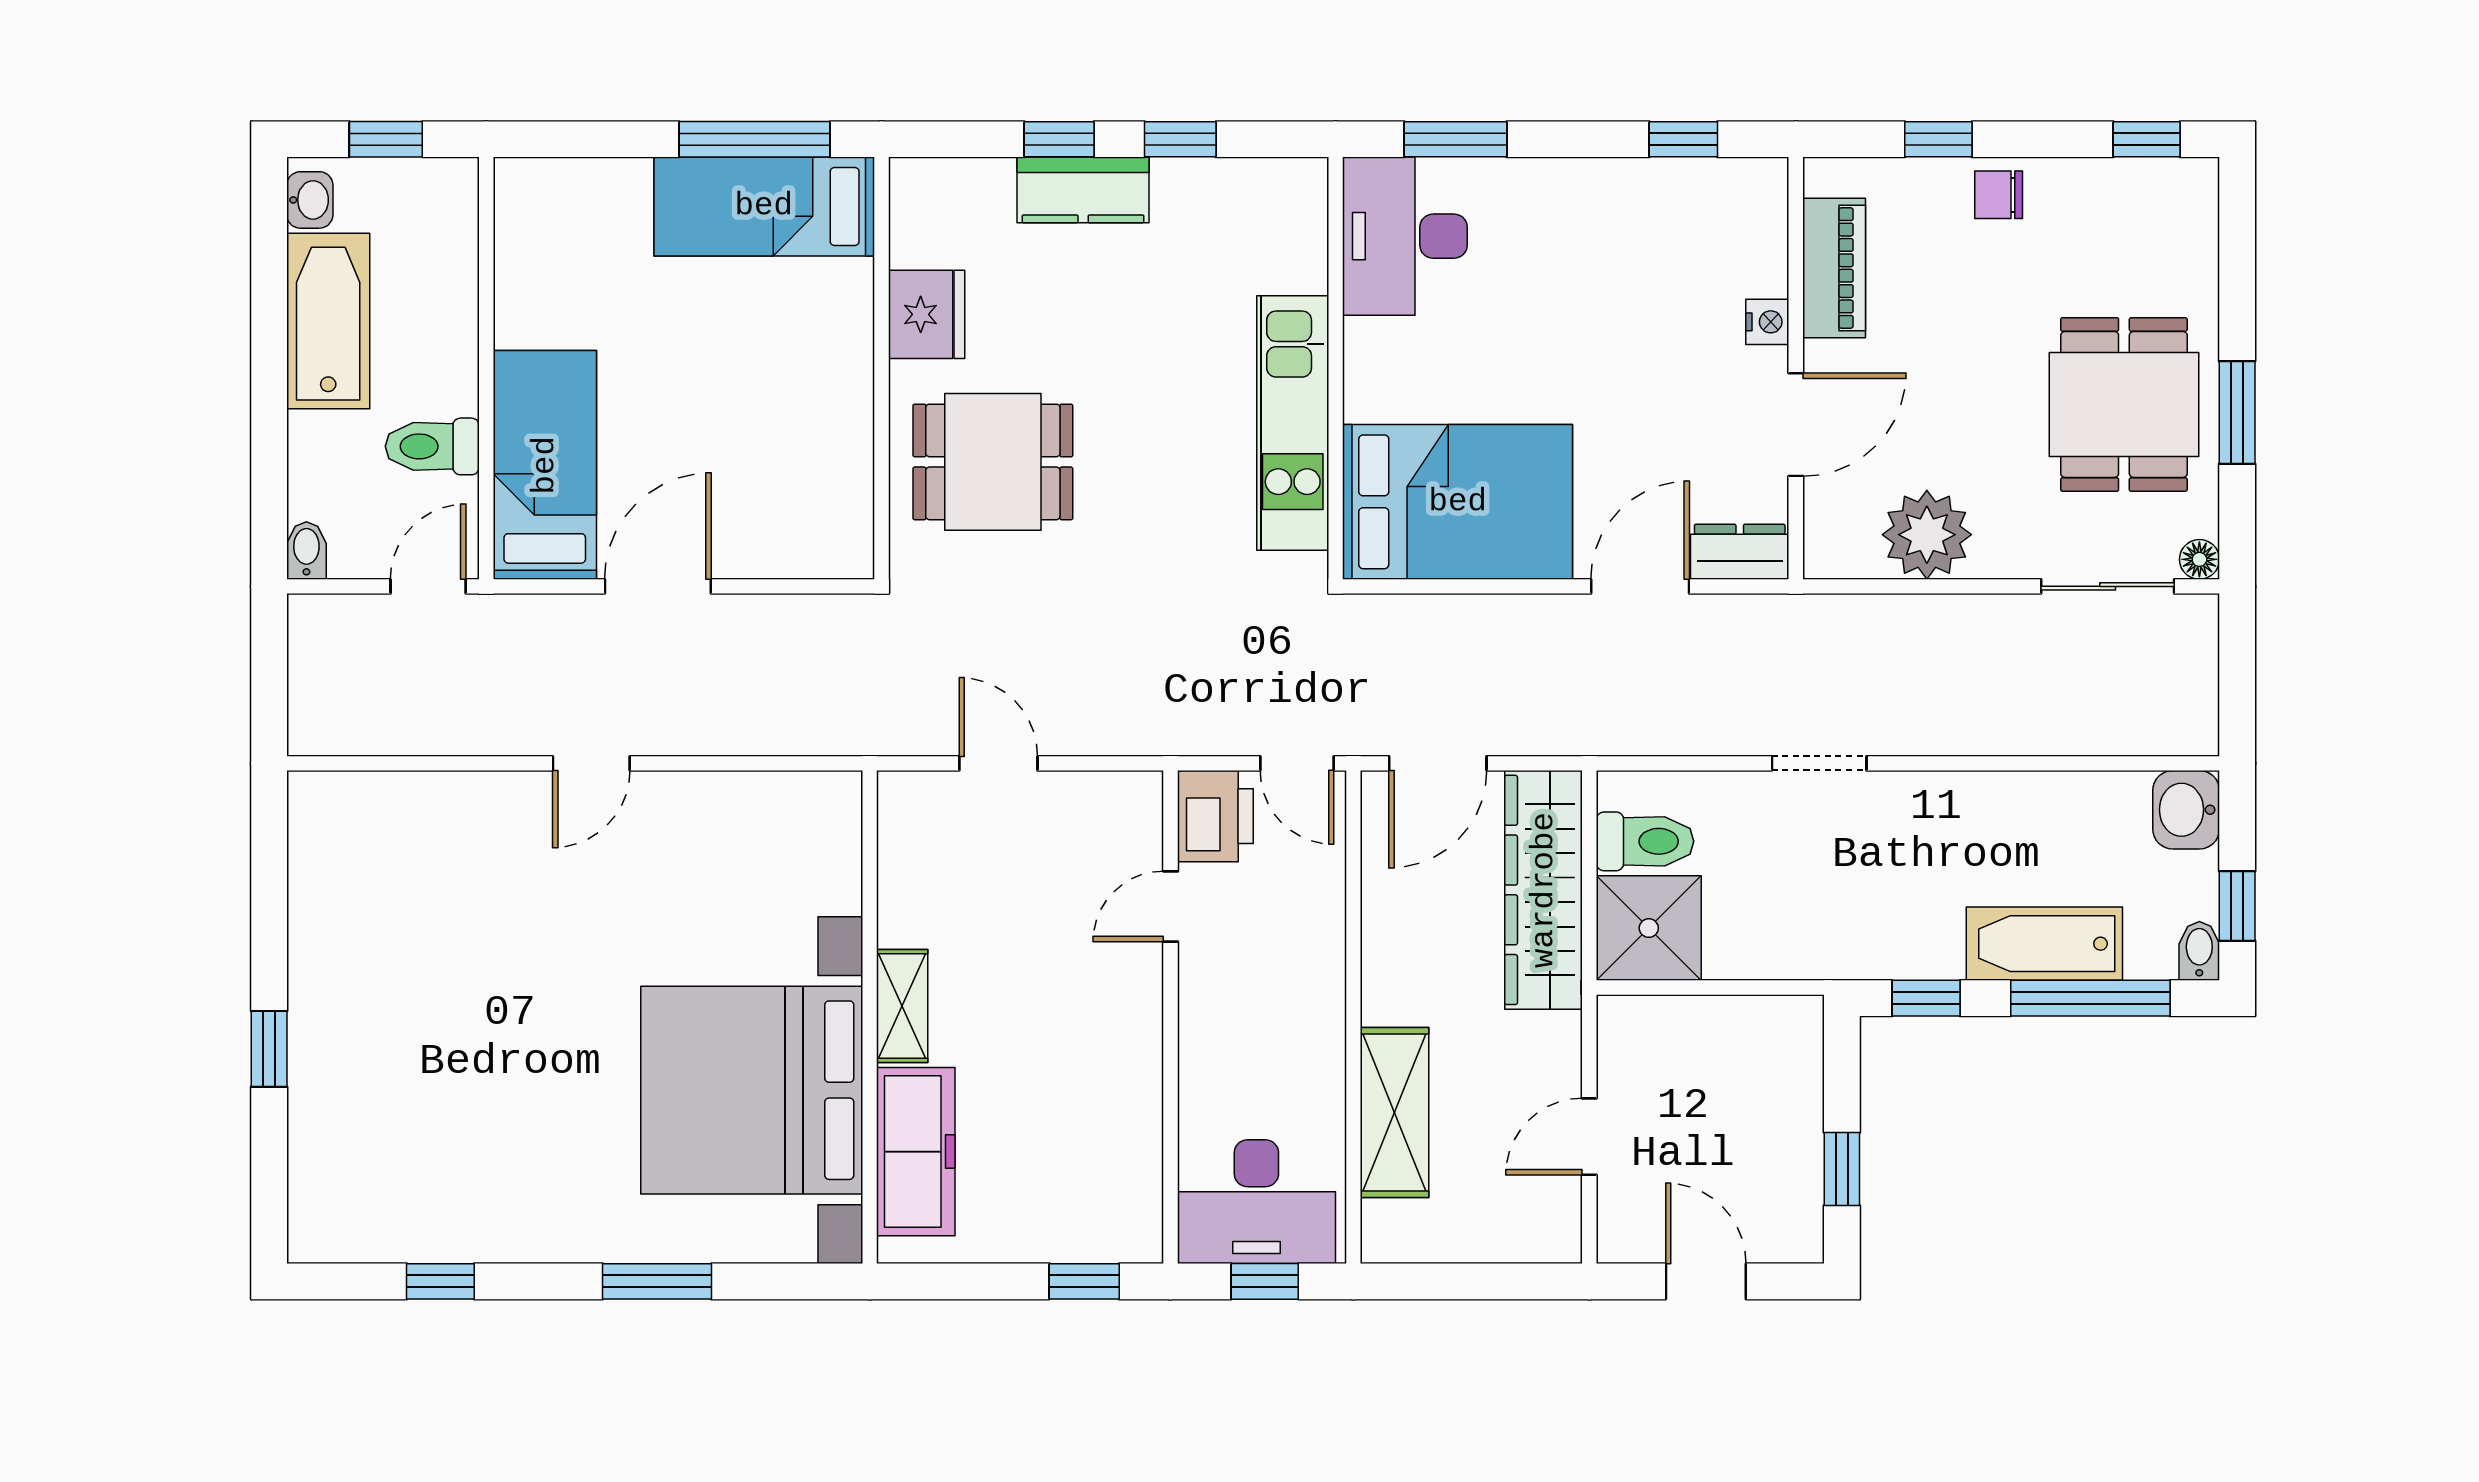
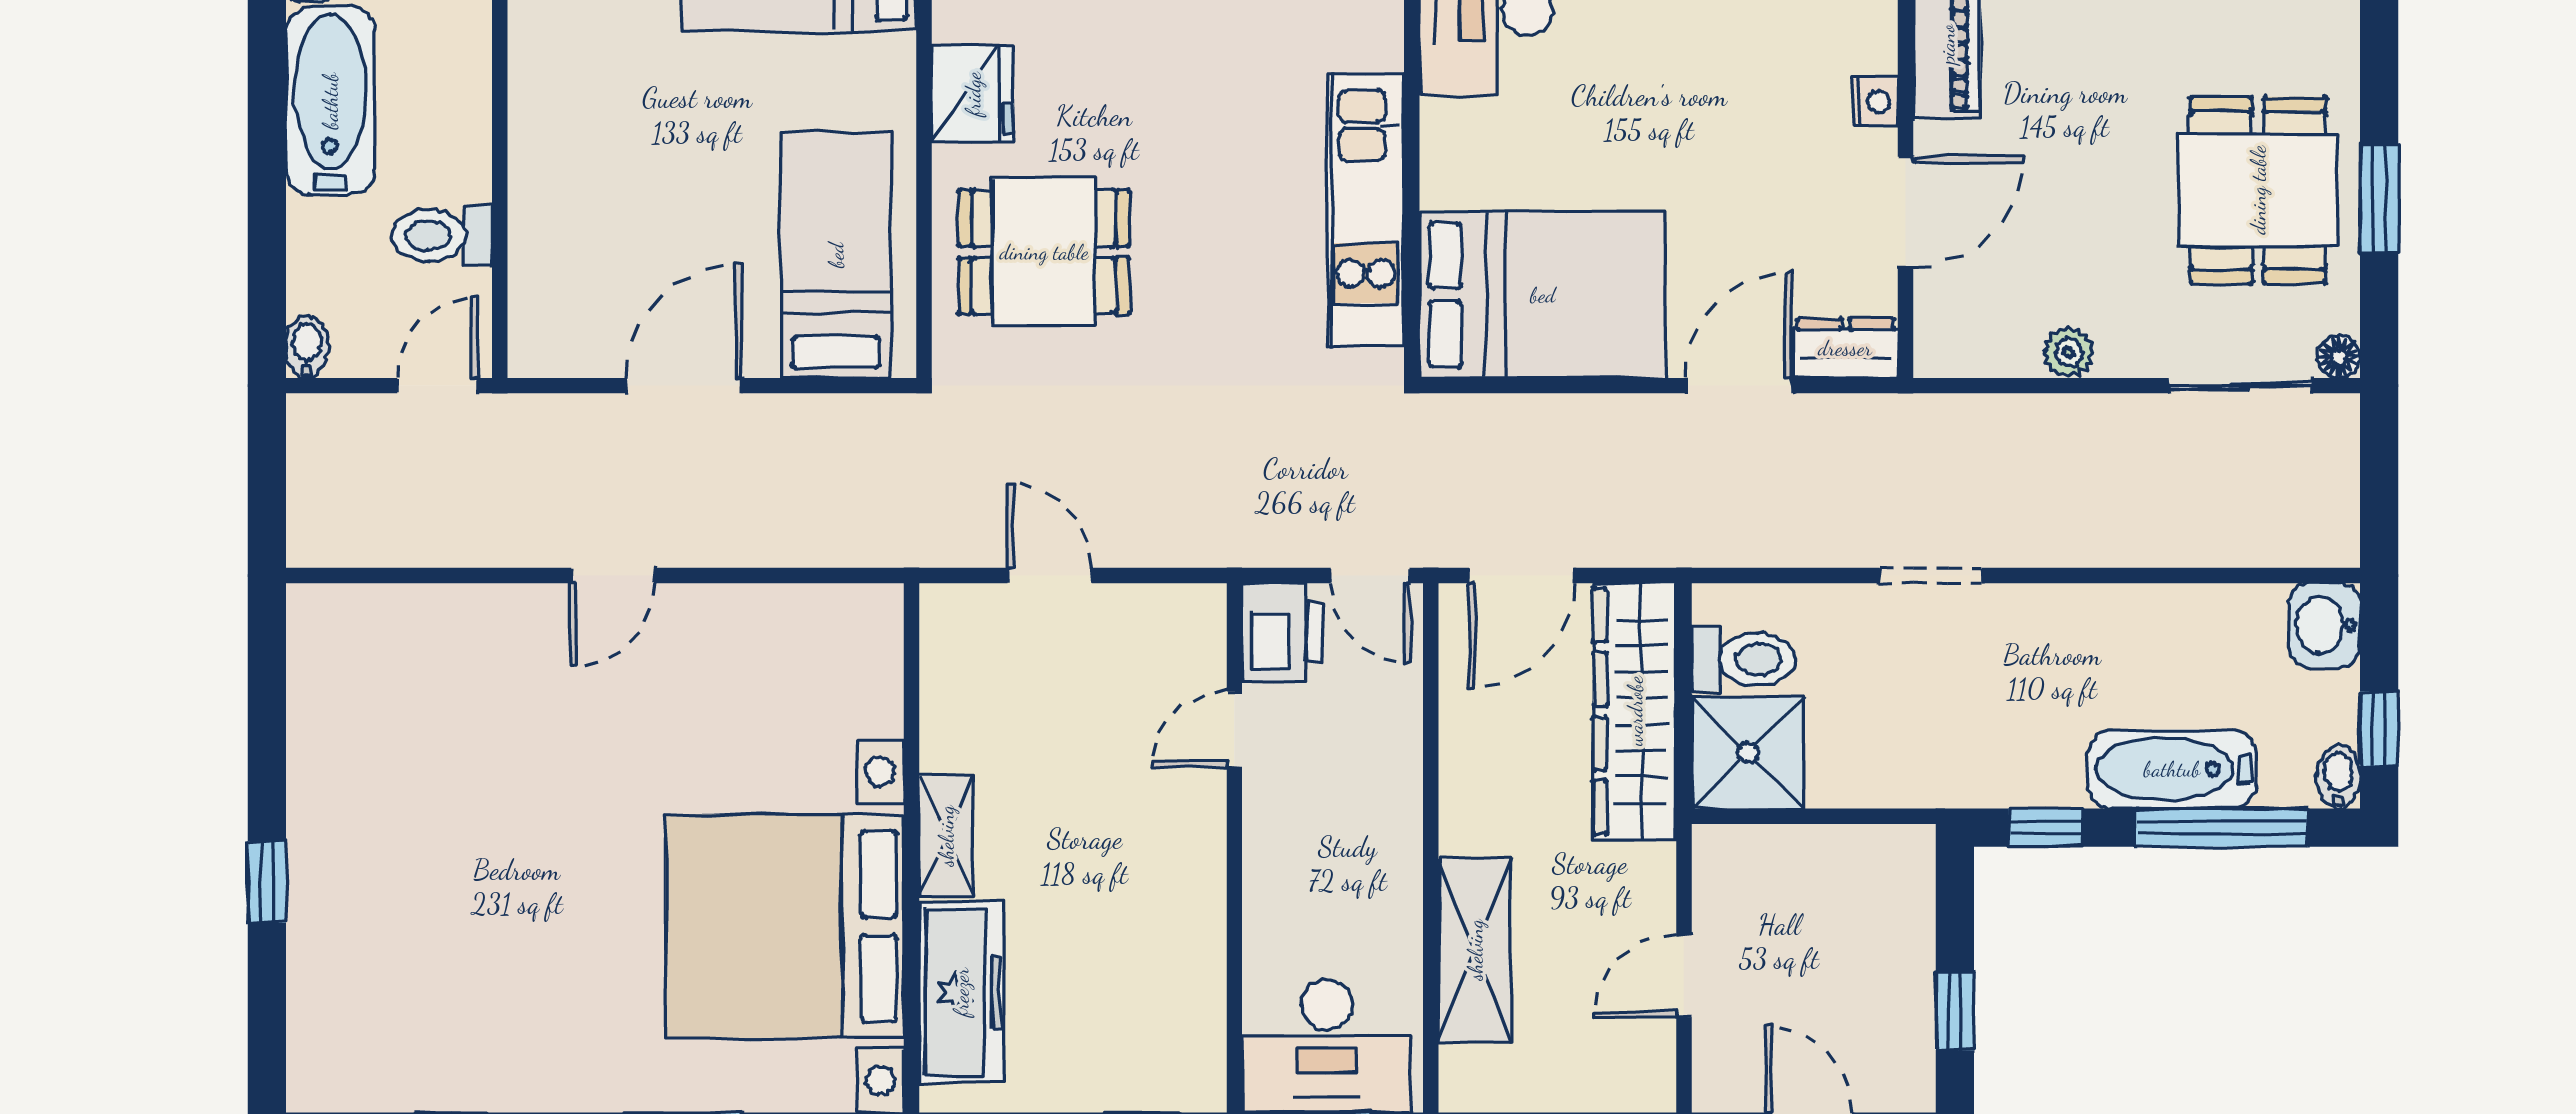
bed: (545, 465) -> (836, 255), moved
plant: (1927, 535) -> (2069, 352), width x0.53, depth x0.53

